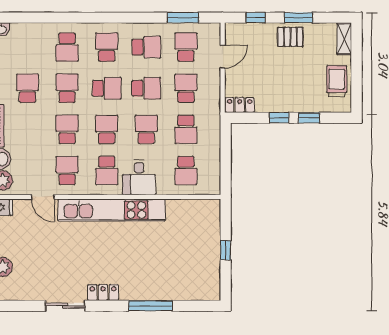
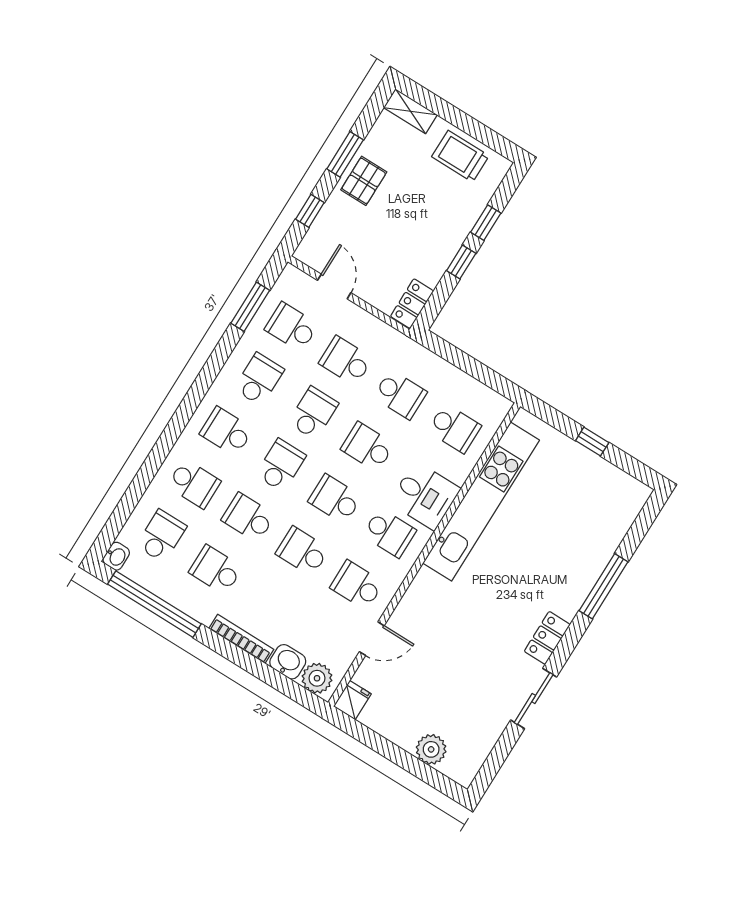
school desk: (27, 47) -> (161, 536), added
kitchen unit: (112, 210) -> (481, 502), moved

